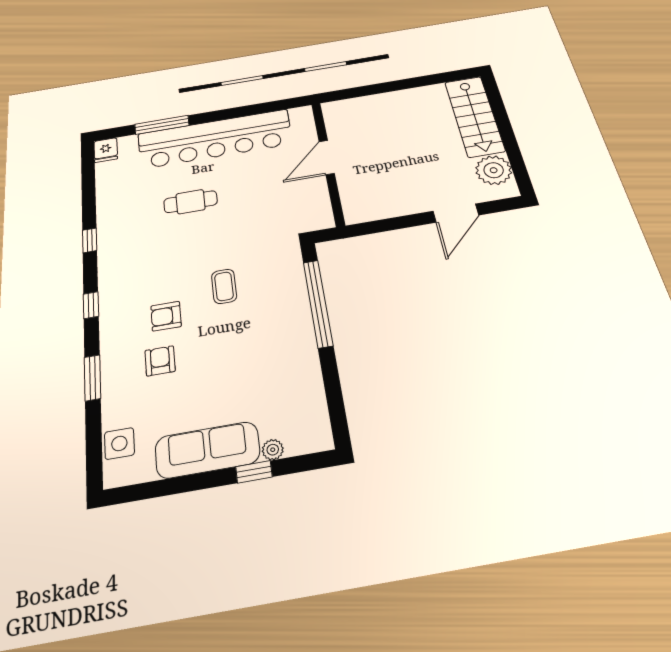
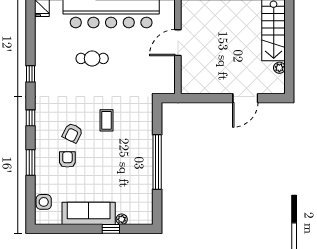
plant: (494, 170) -> (279, 68), width x0.53, depth x0.53
window: (318, 303) -> (157, 162), moved
armchair: (166, 316) -> (72, 133), turned -64

